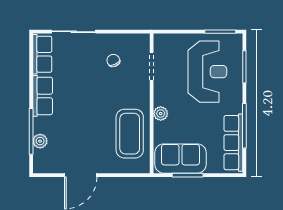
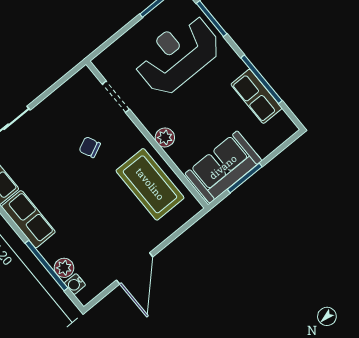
chair: (113, 60) -> (90, 147), moved
reception desk: (207, 72) -> (177, 55), turned -90
row of seats: (233, 143) -> (256, 96), width x0.68
water cooler: (39, 156) -> (75, 284), added

